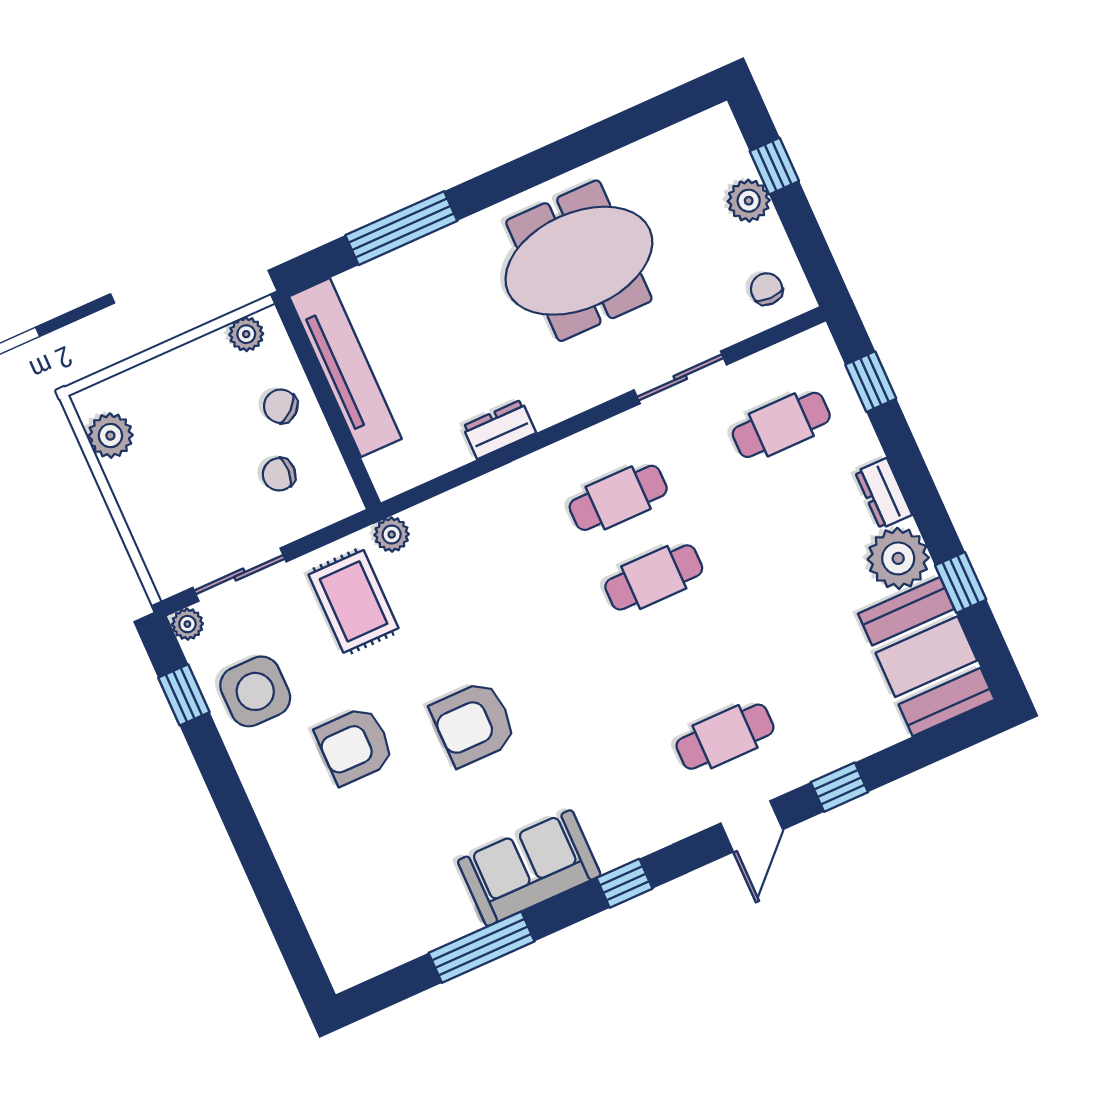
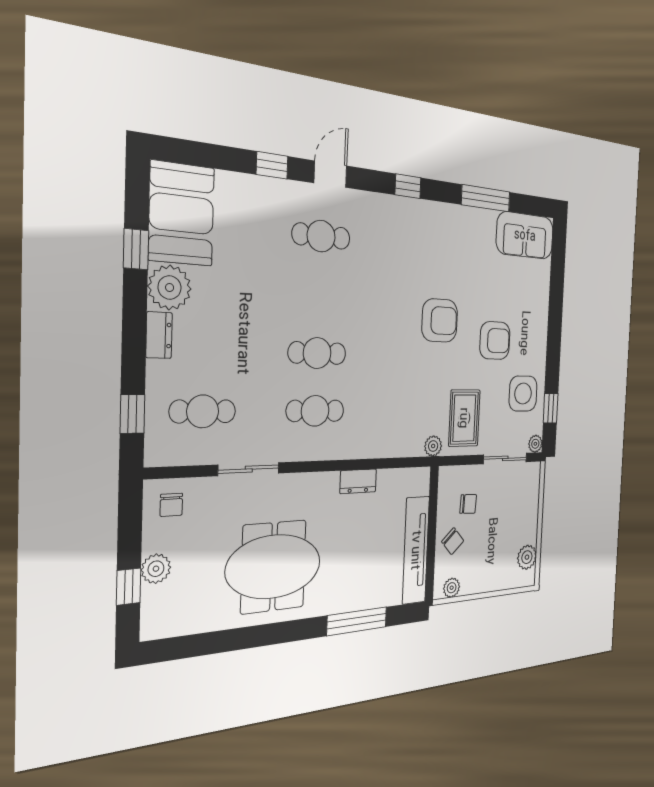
sofa: (529, 868) -> (525, 235), moved

